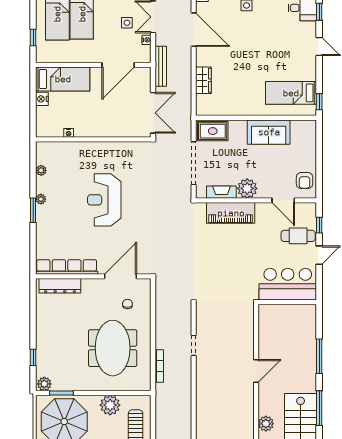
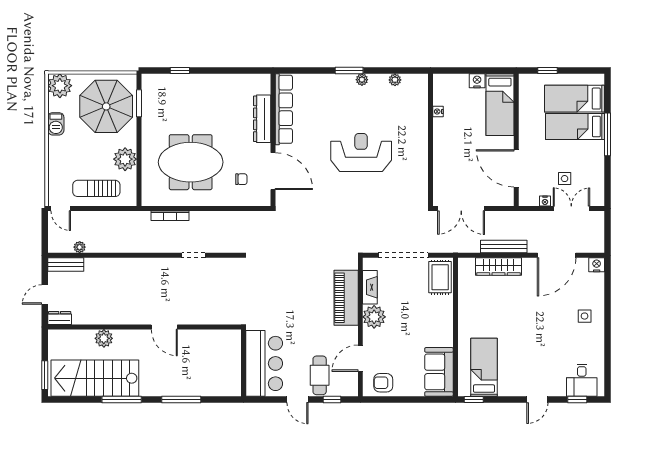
bench: (161, 66) -> (504, 246), moved
wardrobe: (203, 80) -> (499, 267), width x1.50
sofa: (269, 132) -> (439, 372), moved
dresser: (60, 286) -> (262, 119), moved
plant: (44, 384) -> (149, 84), removed

